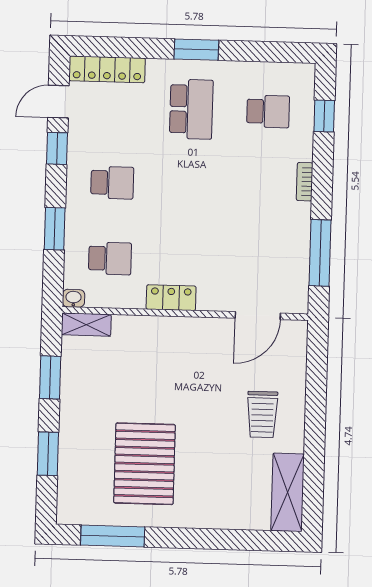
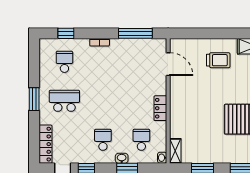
washbasin: (75, 219) -> (122, 158), added

